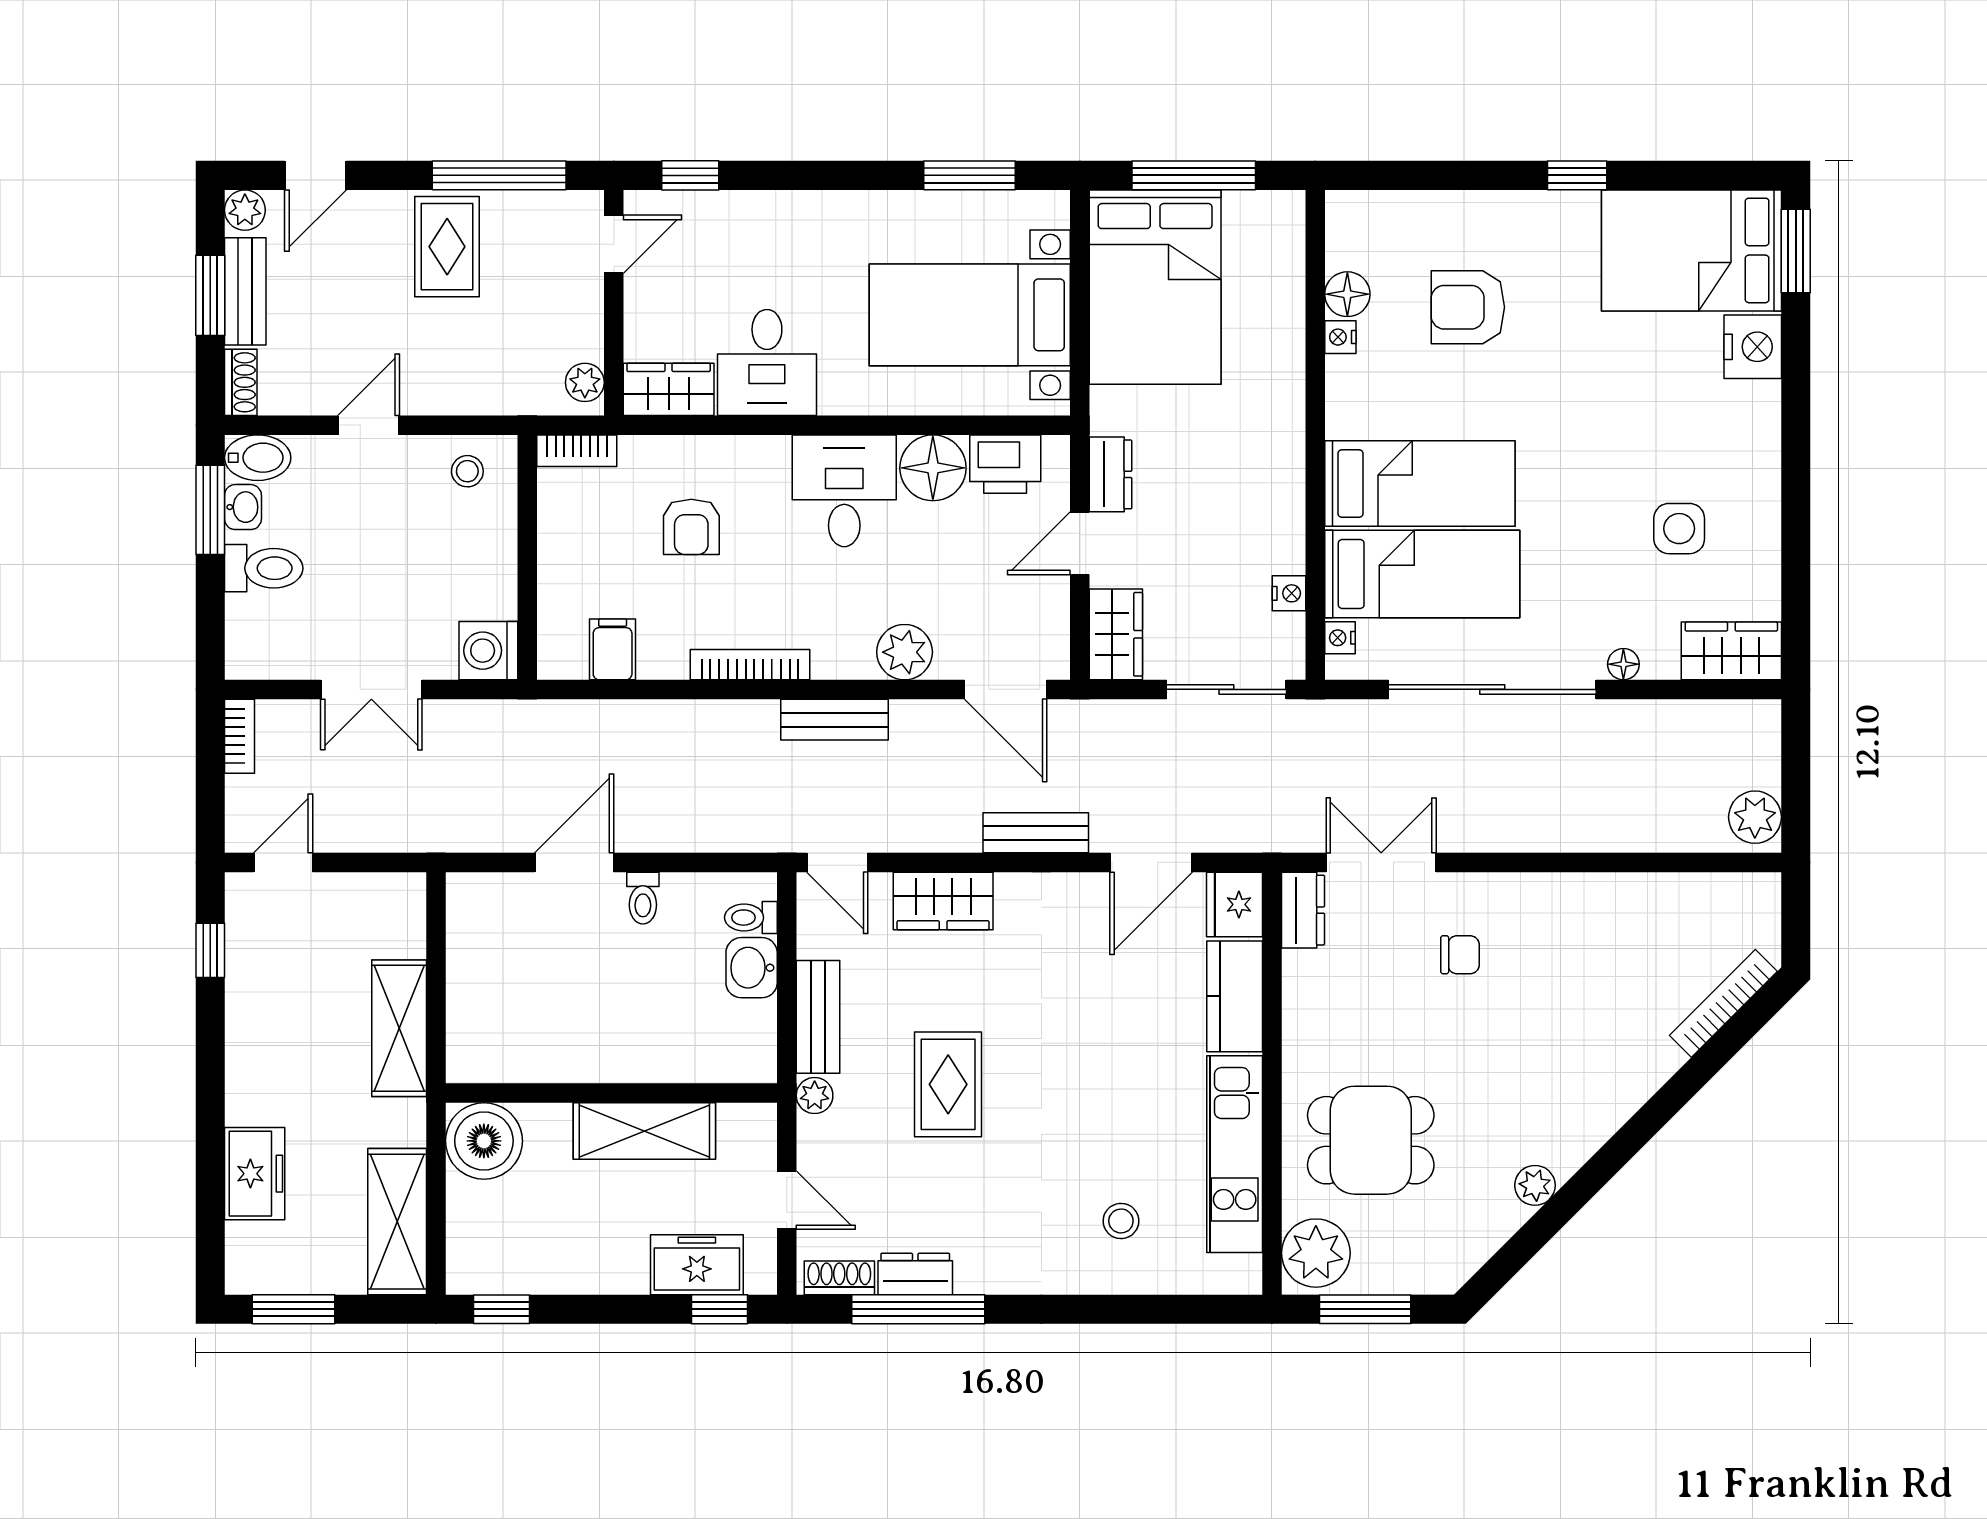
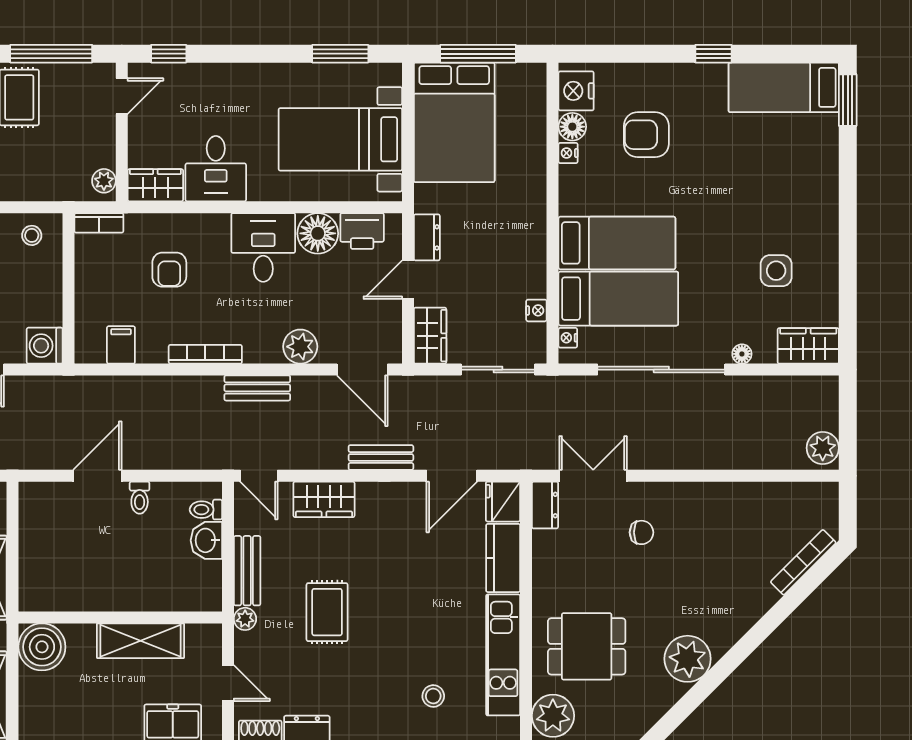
bed: (1691, 250) -> (784, 87), width x0.67
nightstand: (1753, 347) -> (576, 91), moved, turned 180
plant: (1535, 1185) -> (688, 659), width x1.88, depth x1.88

